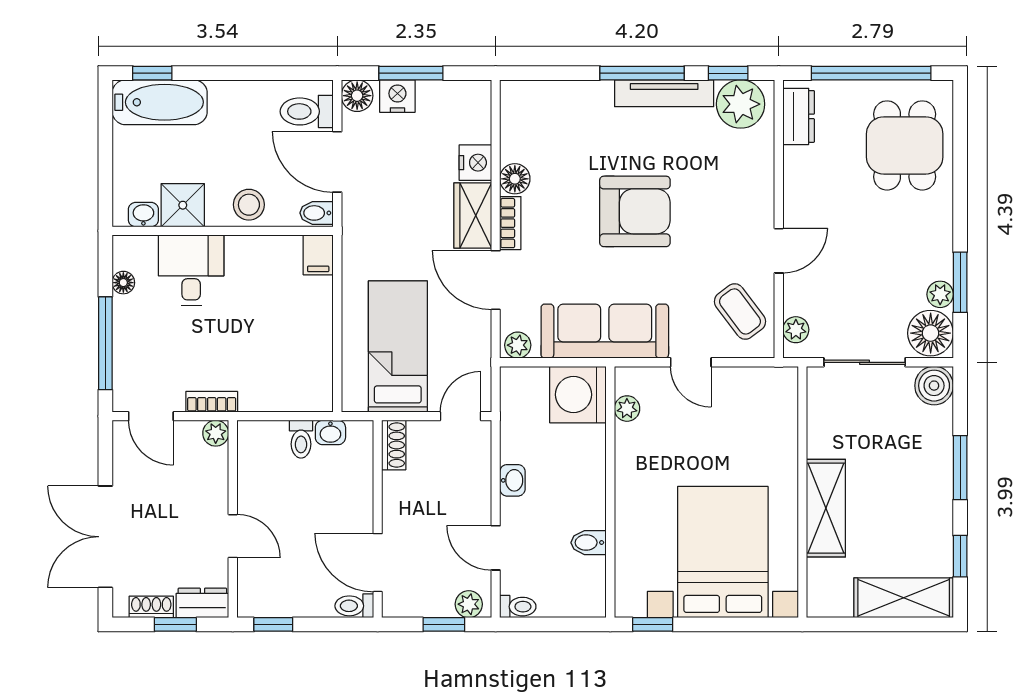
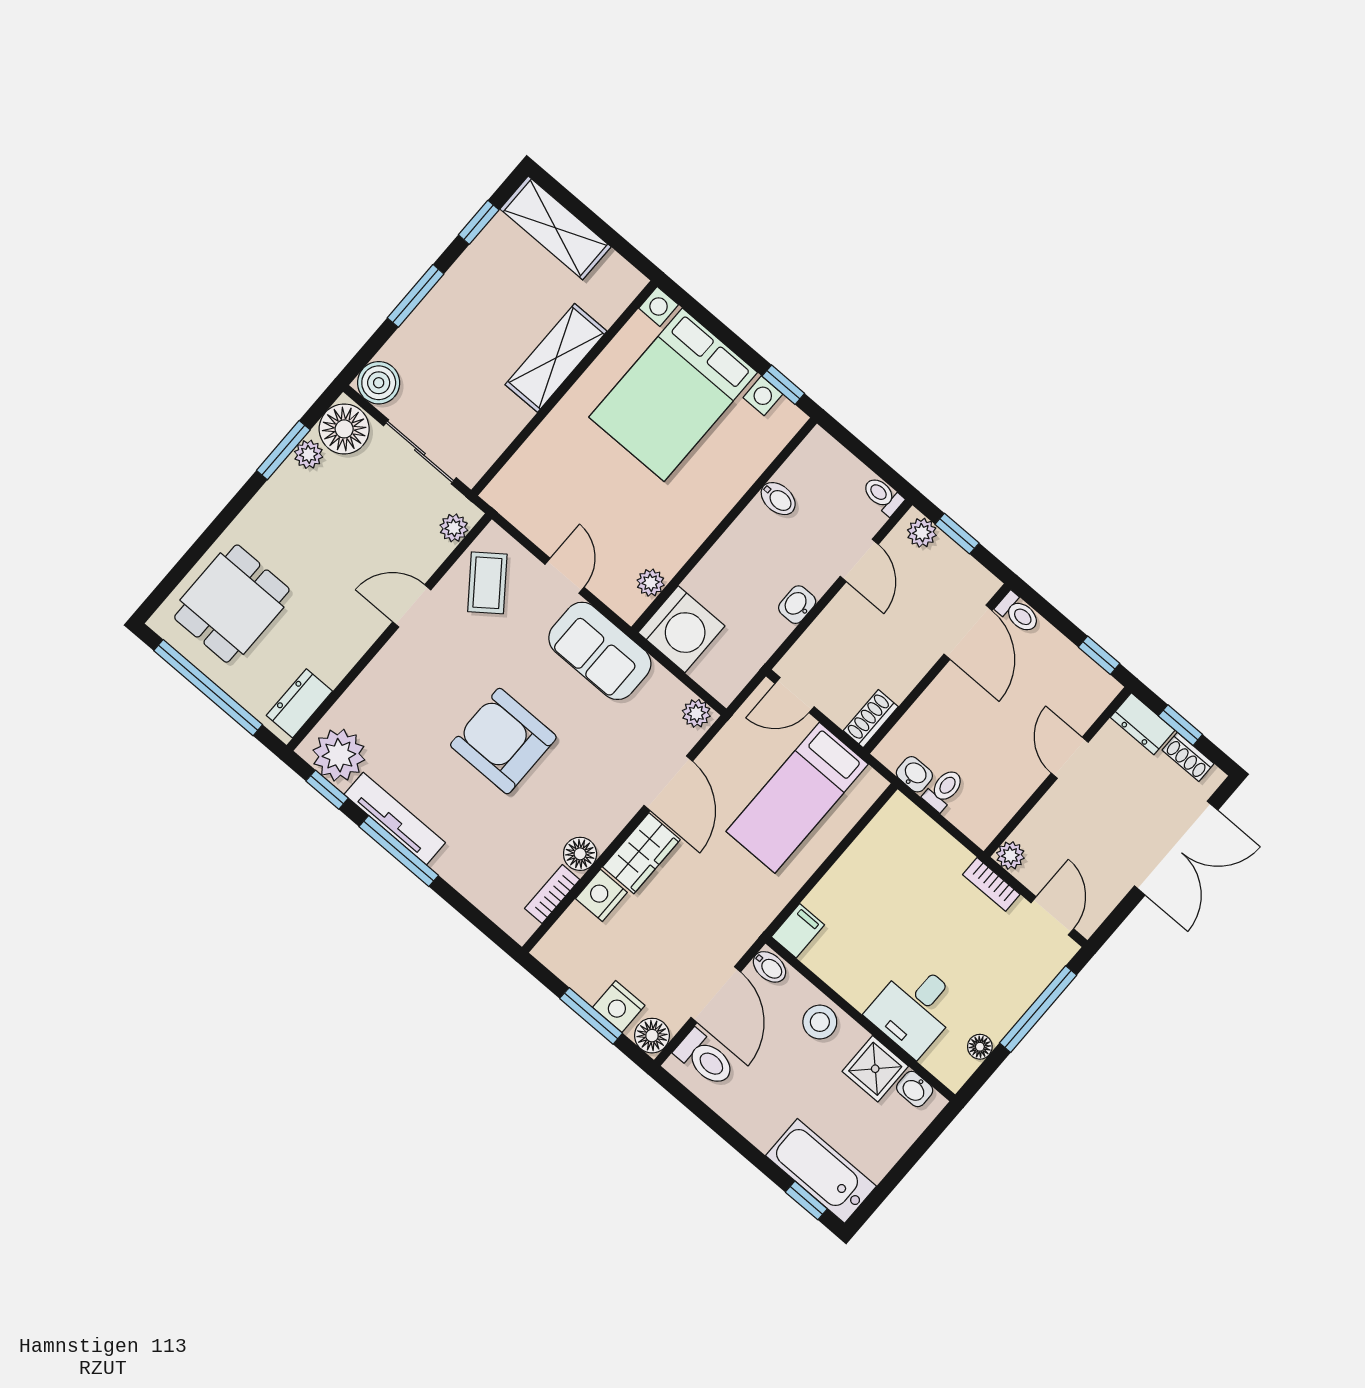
bookcase: (510, 223) -> (552, 894), moved
sofa: (605, 331) -> (600, 651), width x0.73

